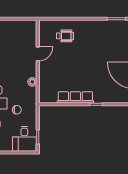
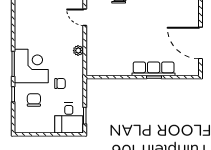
door: (38, 54) -> (85, 17), swing flipped
row of seats: (75, 97) -> (154, 69), moved

